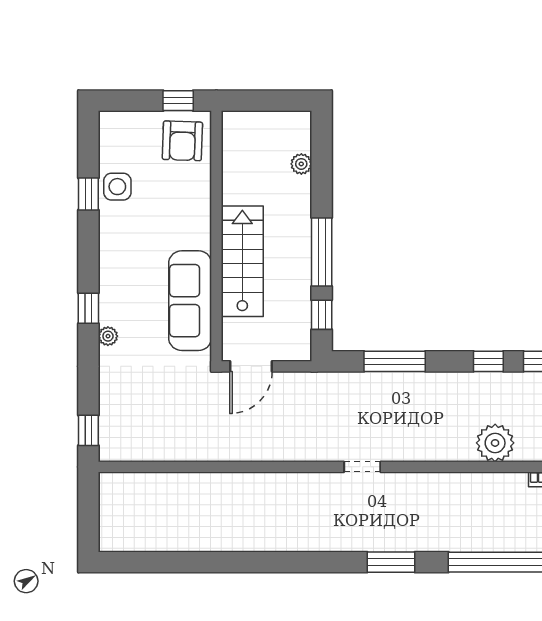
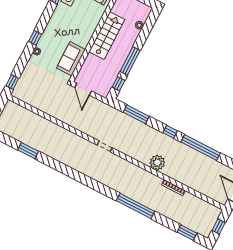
stairs: (242, 261) -> (107, 36), moved
sofa: (190, 301) -> (71, 59), width x0.73
door: (251, 366) -> (83, 89), hinge flipped
window: (391, 562) -> (28, 151), moved

